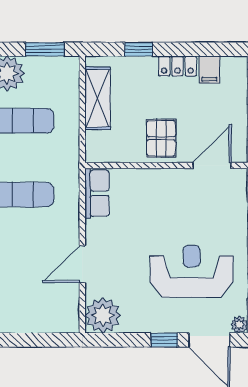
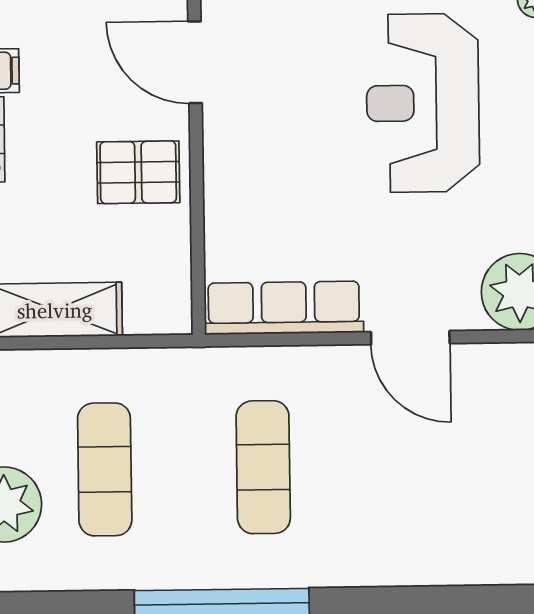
row of seats: (97, 193) -> (284, 308), width x1.48

